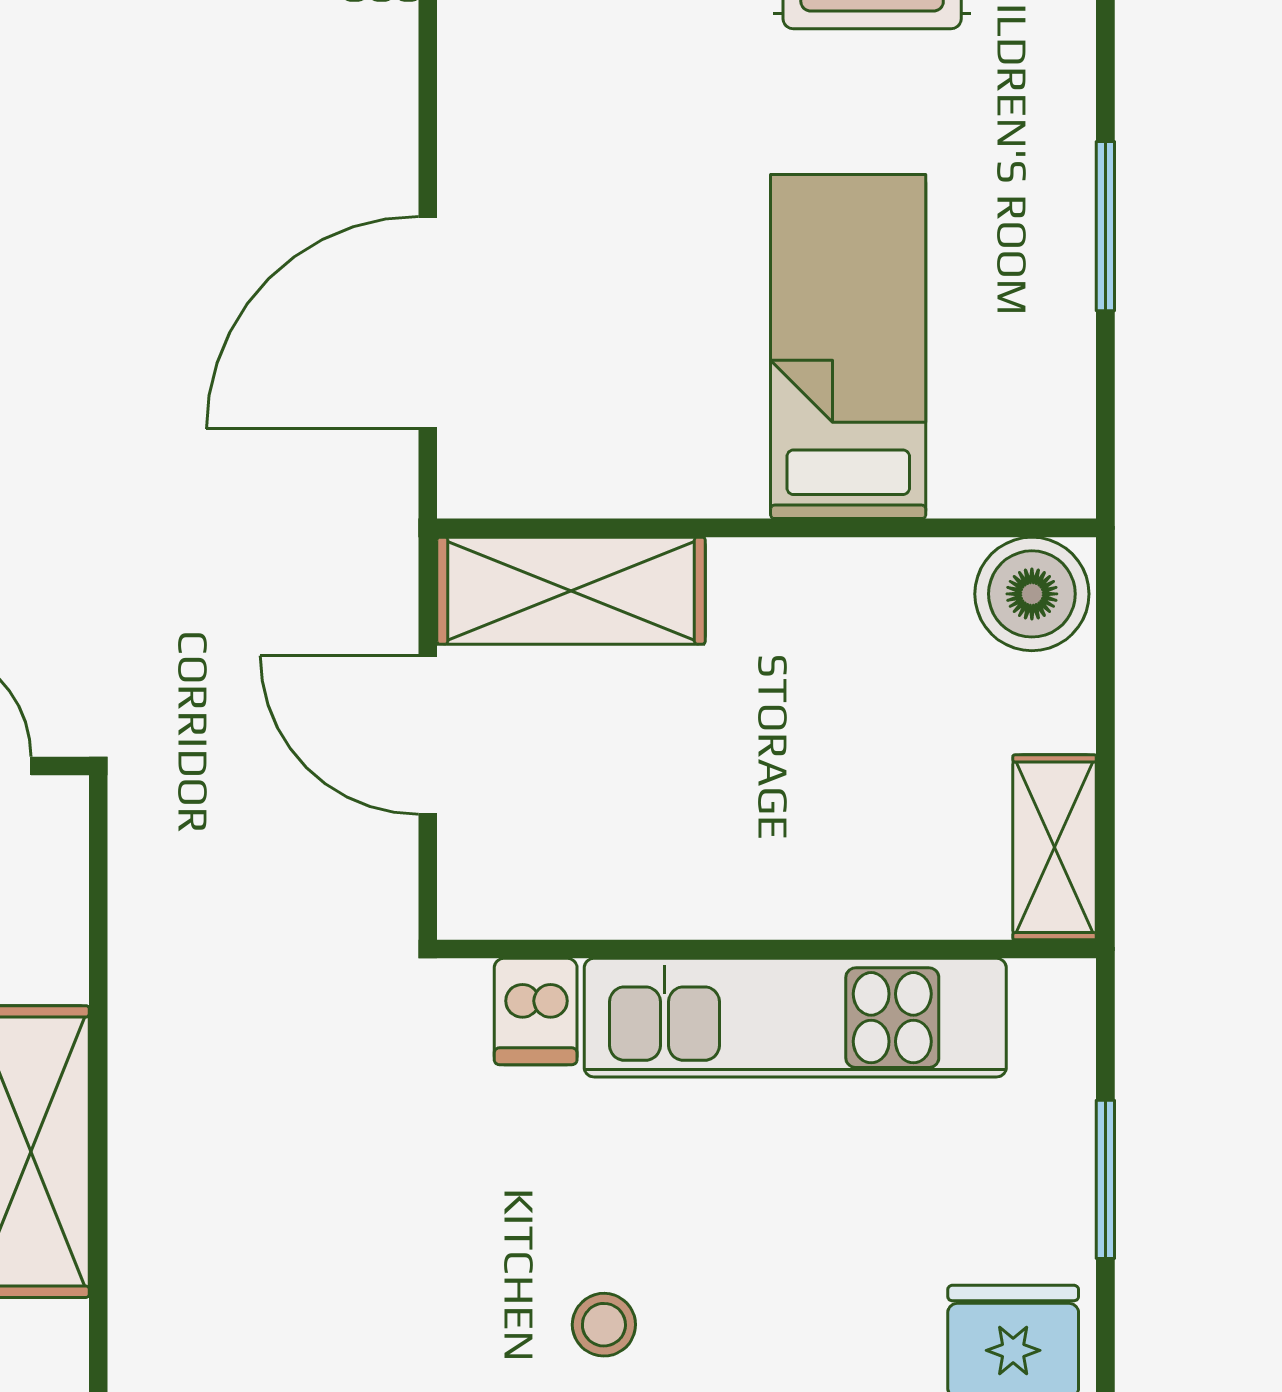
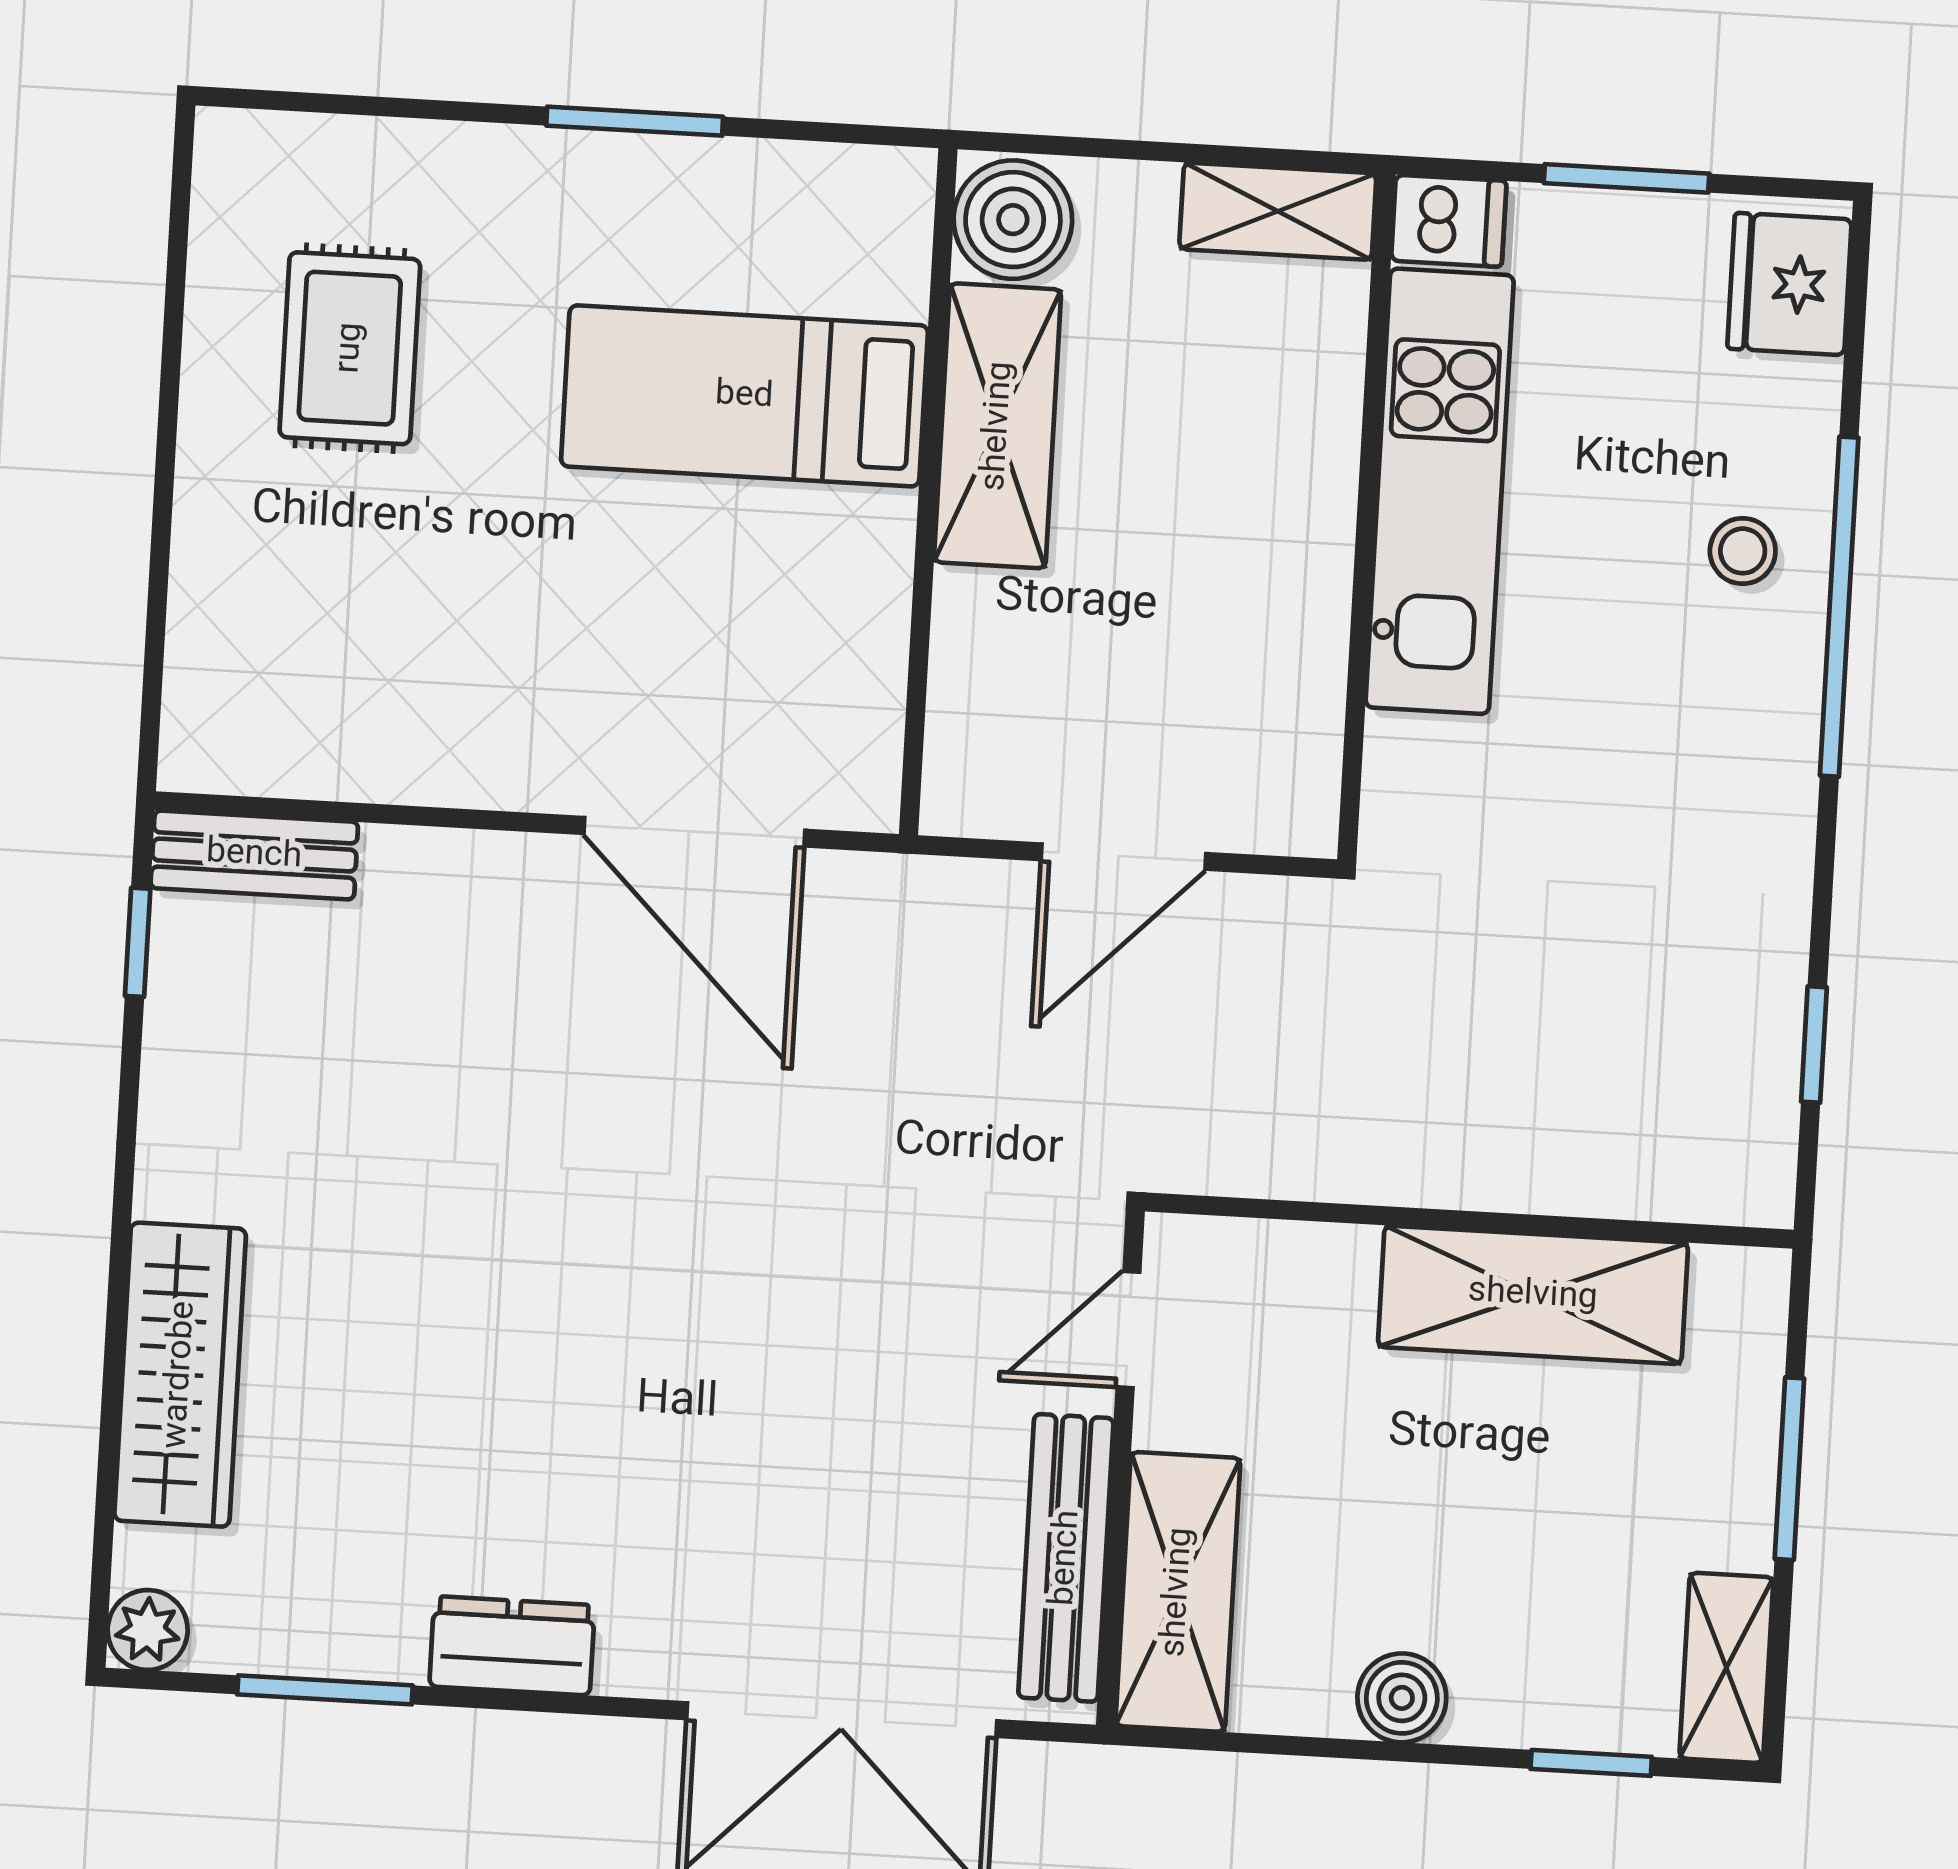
shelving: (571, 591) -> (998, 426), moved
dishwasher: (536, 1012) -> (1449, 221), moved
stool: (604, 1325) -> (1743, 551), moved

